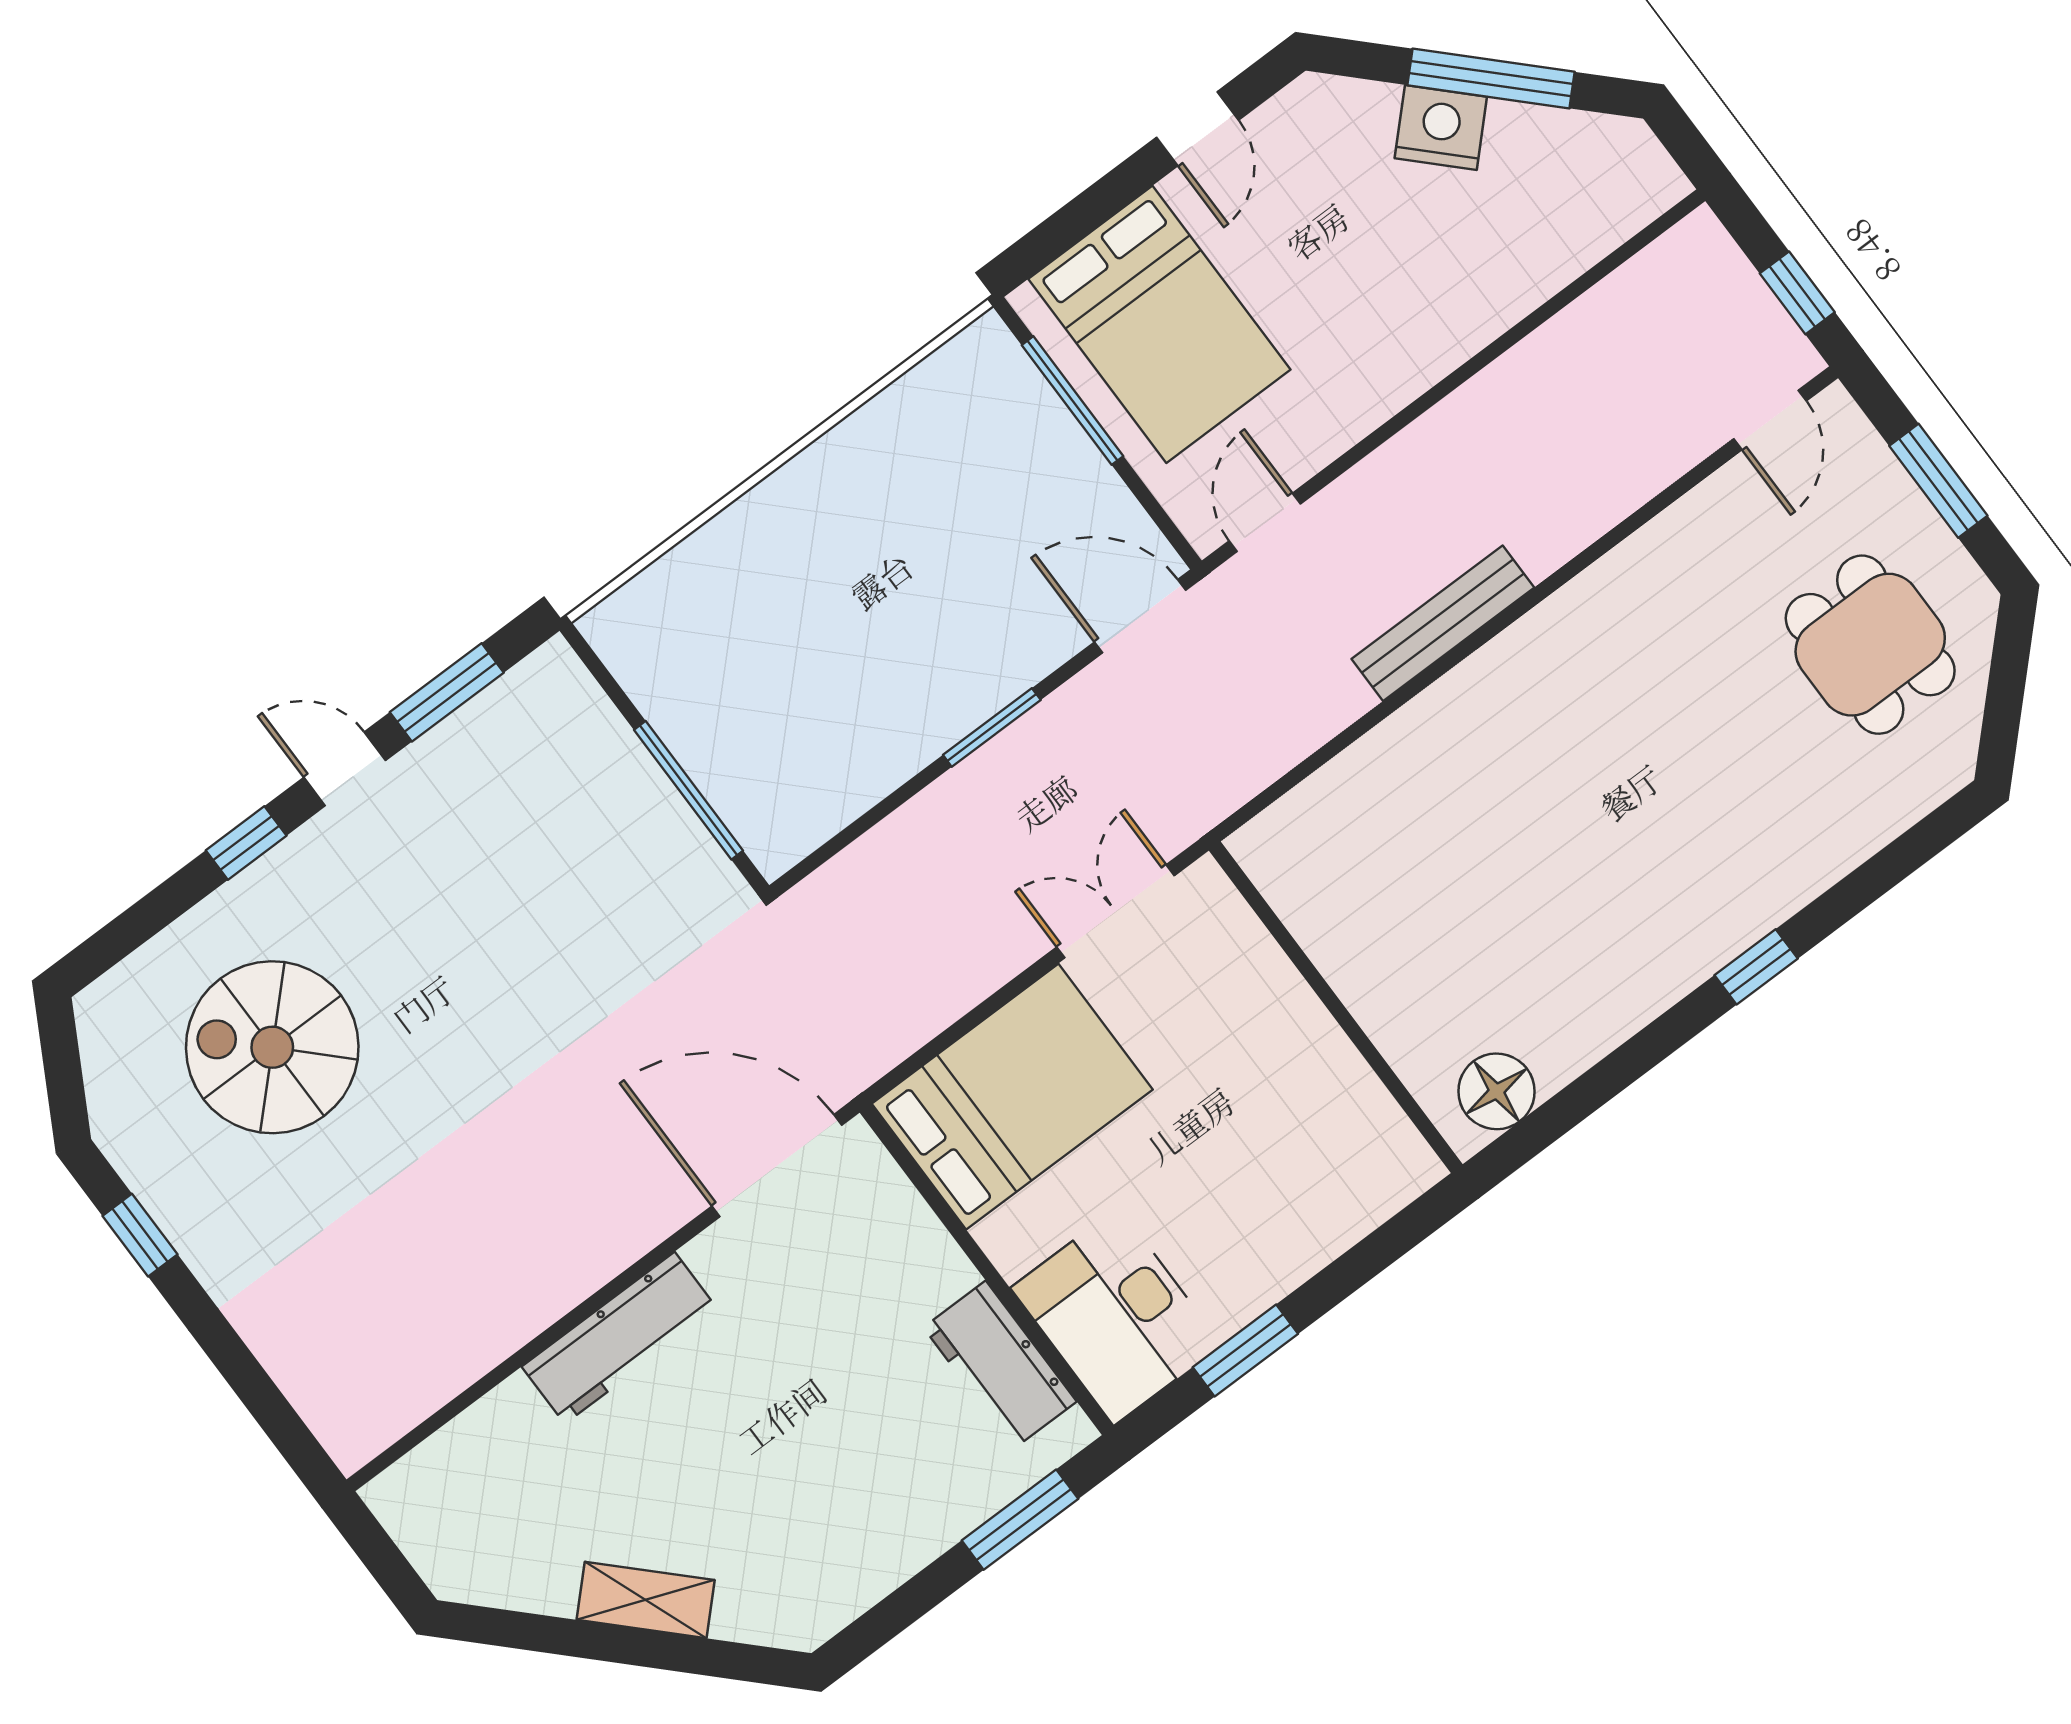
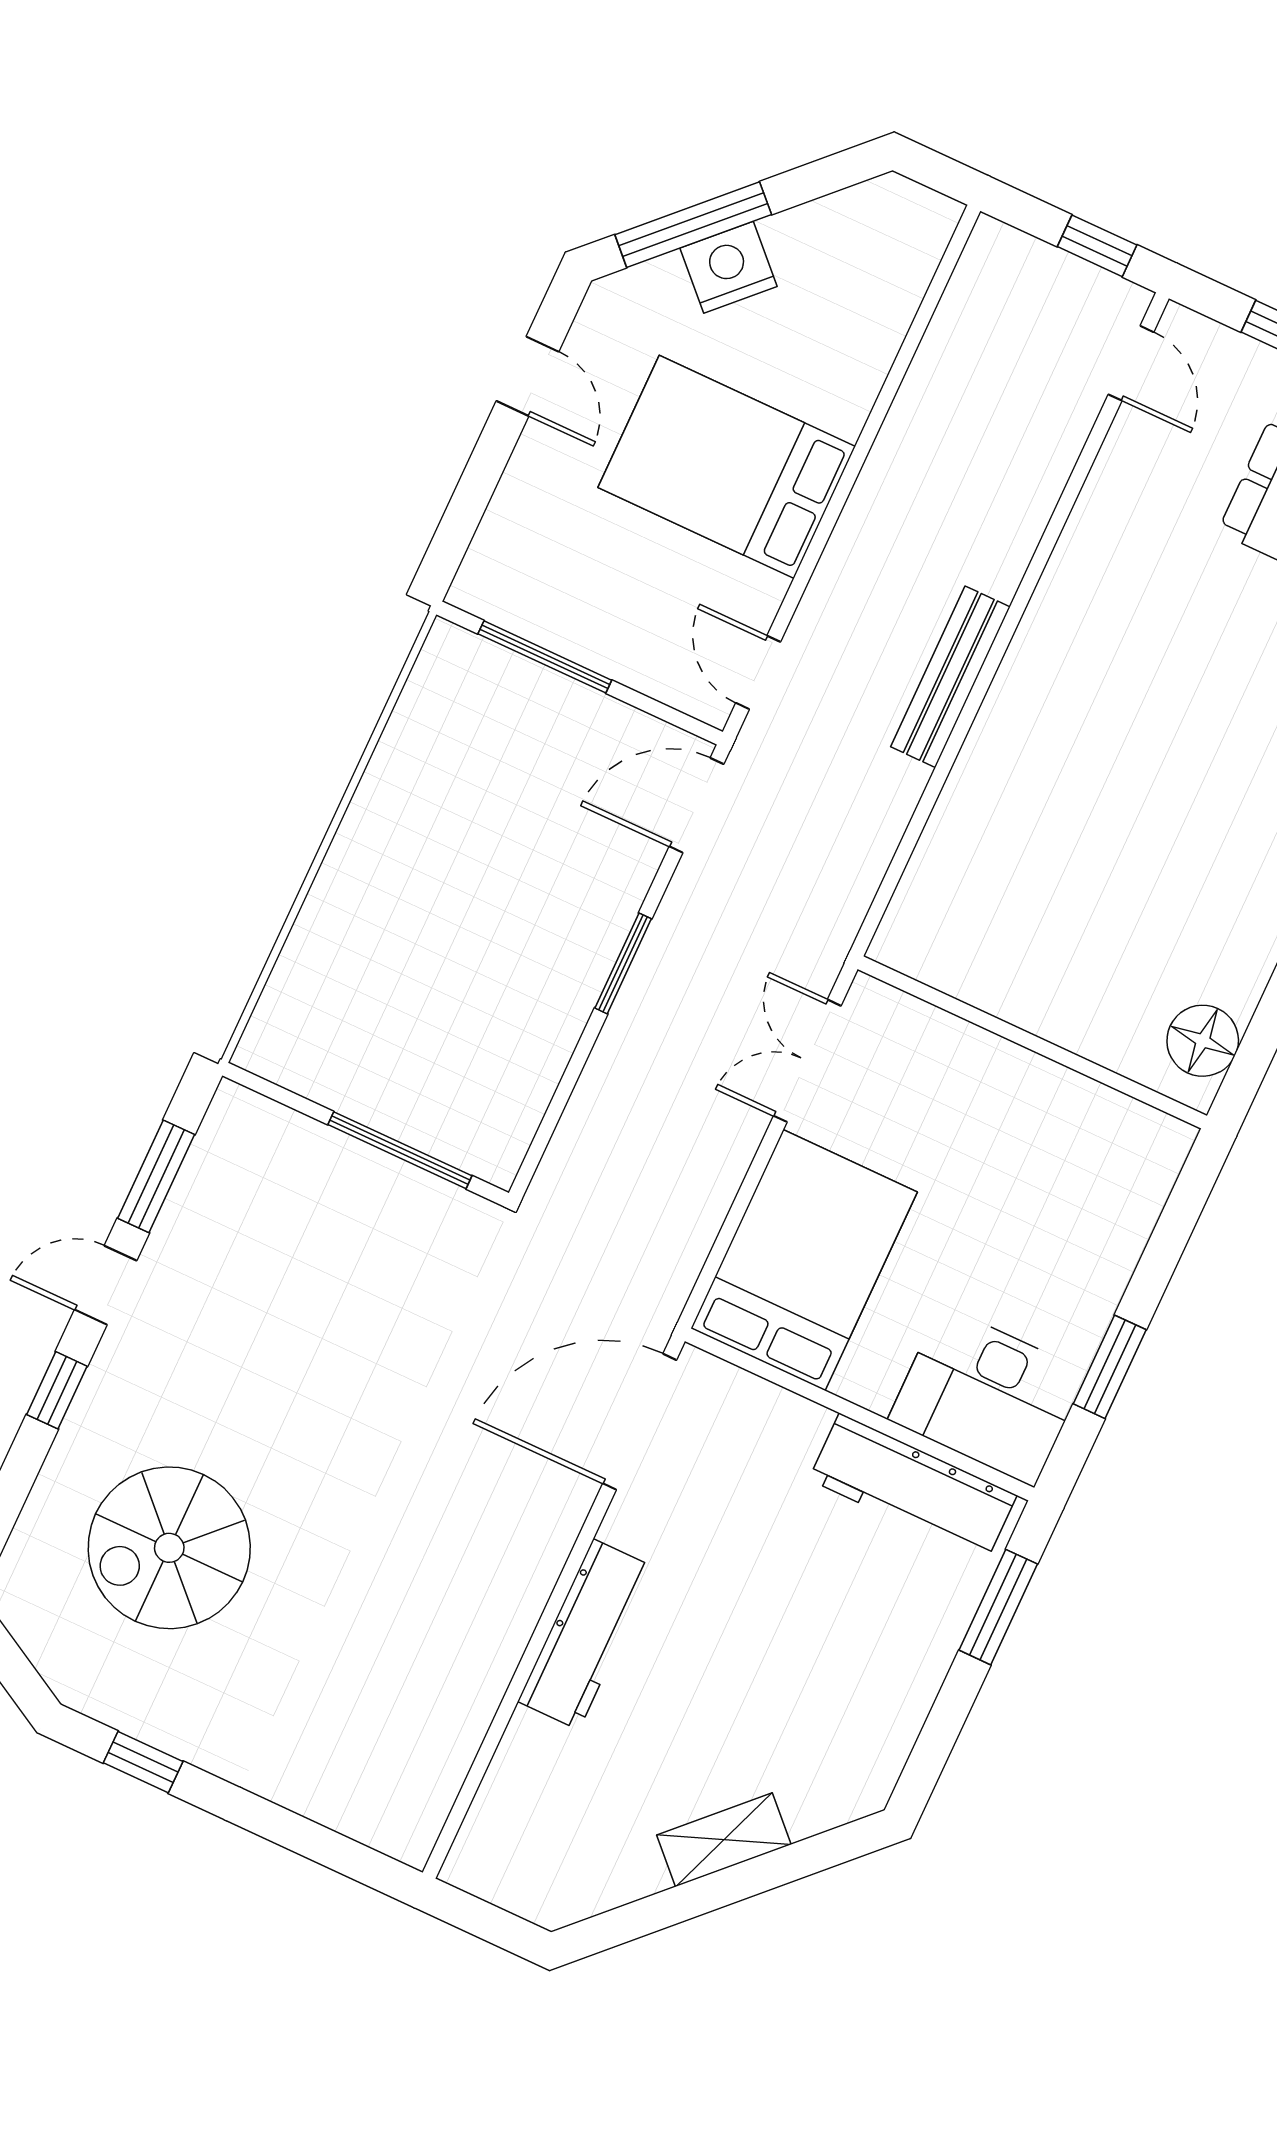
window: (1491, 78) -> (693, 225), moved
bed: (1159, 324) -> (727, 467), moved, turned 180
workbench: (1000, 1365) -> (913, 1487), width x1.38

